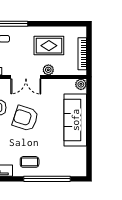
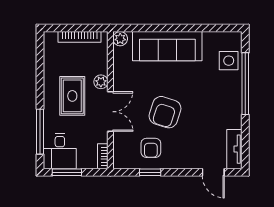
rug: (49, 46) -> (72, 96), moved
coffee table: (30, 162) -> (223, 107), removed
side table: (64, 166) -> (229, 61), added

